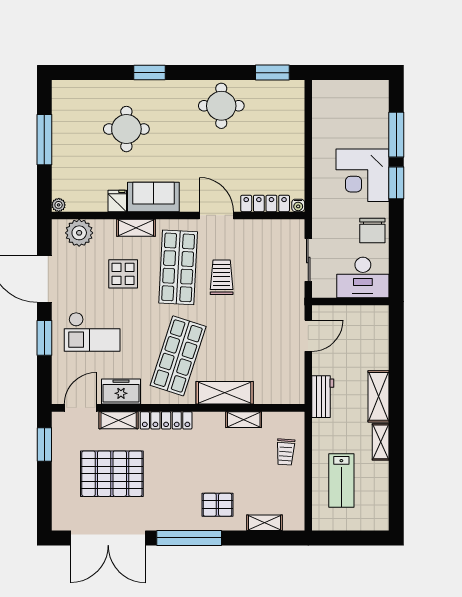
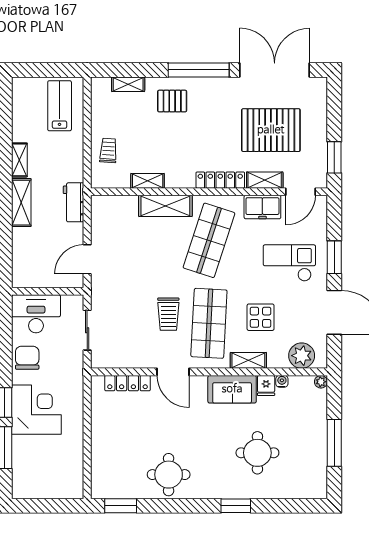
water cooler: (298, 205) -> (282, 381), moved
lab bench: (341, 480) -> (60, 106), moved

